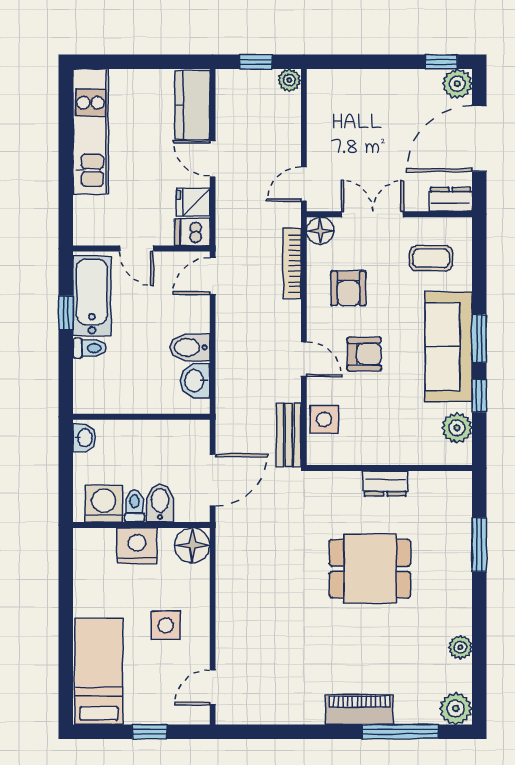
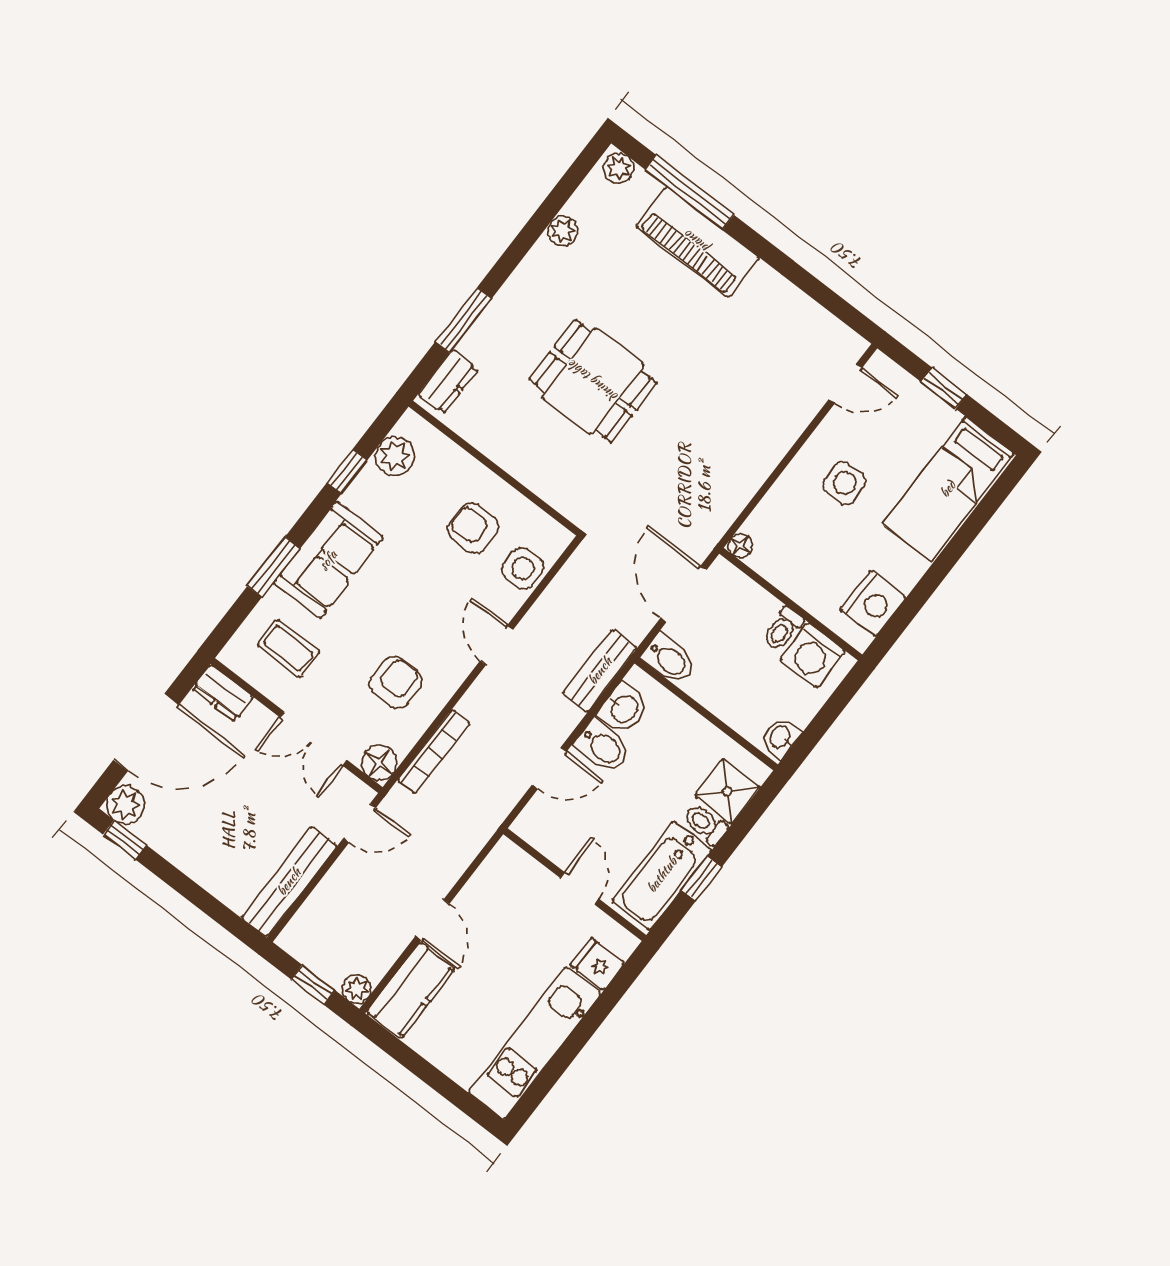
plant: (289, 80) -> (357, 989), moved
bench: (319, 114) -> (289, 882), added
fridge: (193, 202) -> (597, 964), moved, turned 180
dishwasher: (192, 232) -> (510, 862), removed
door: (213, 276) -> (549, 768), moved
window: (479, 338) -> (273, 567), moved
sofa: (449, 347) -> (328, 560), width x0.73
armchair: (364, 354) -> (473, 528), moved
shower: (91, 379) -> (727, 791), added
bench: (289, 435) -> (600, 671), moved
door: (213, 480) -> (683, 594), hinge flipped
dresser: (385, 483) -> (448, 382), moved, turned 90
bidet: (160, 503) -> (669, 659), moved, turned -90
floor lamp: (192, 545) -> (740, 546), width x0.53, depth x0.53
nightstand: (137, 546) -> (873, 603), moved, turned -90
plant: (456, 708) -> (619, 168), width x0.73, depth x0.73
piano: (359, 709) -> (697, 242), width x1.37, depth x1.33

